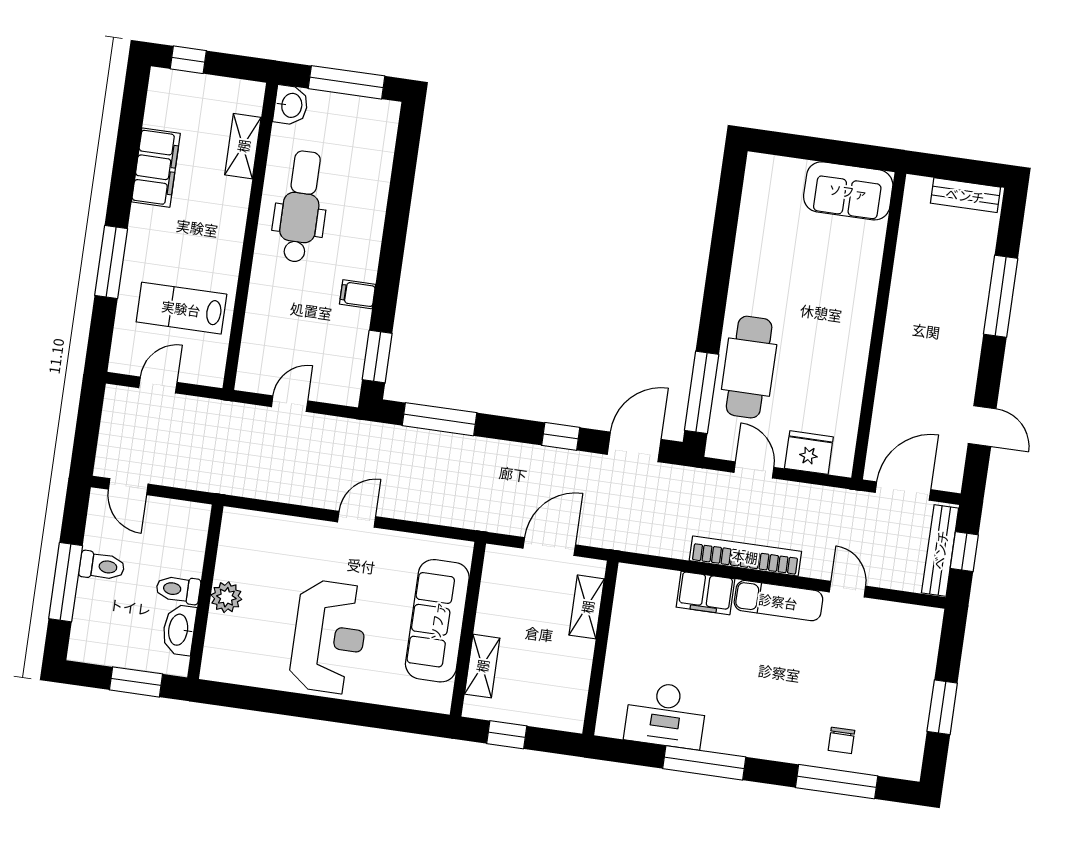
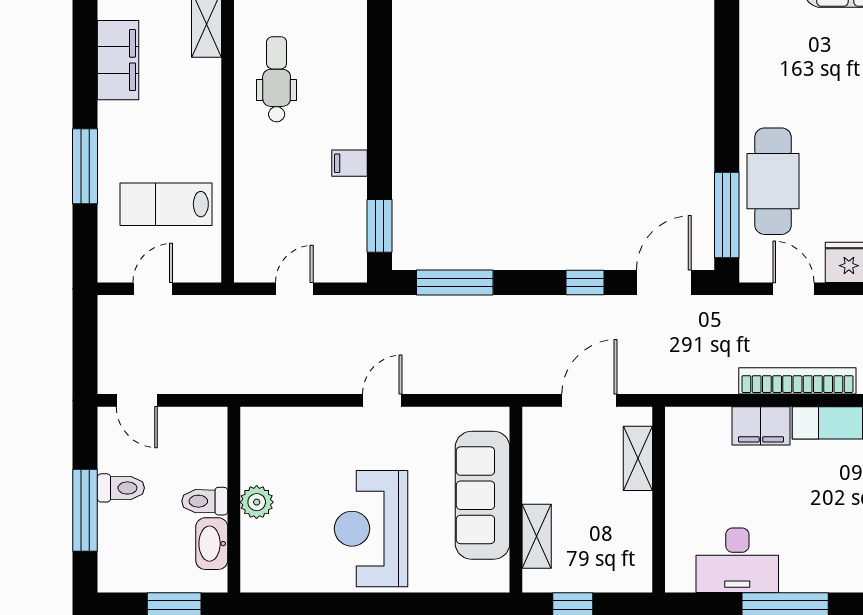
dental chair: (301, 207) -> (277, 79), width x0.73, depth x0.72
reception desk: (329, 637) -> (371, 529), turned 180

